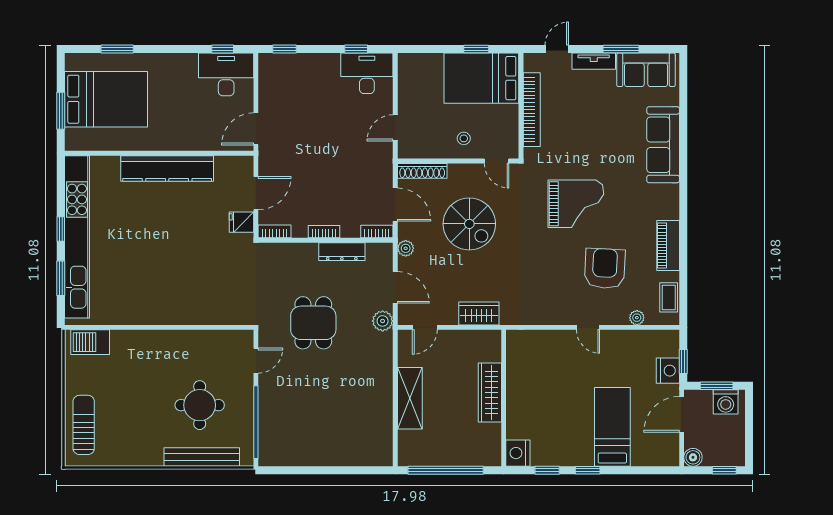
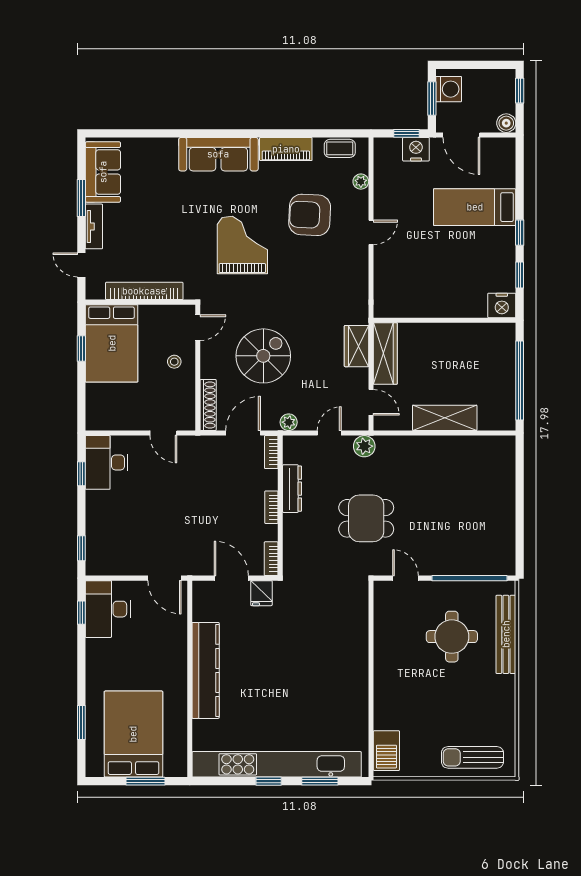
sofa: (663, 145) -> (218, 154), moved
door: (395, 287) -> (329, 433), width x0.73
wardrobe: (490, 392) -> (385, 353), moved, turned -90

